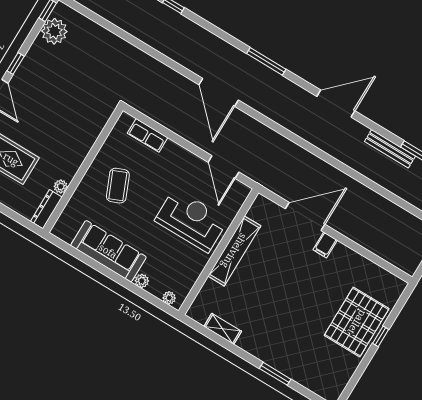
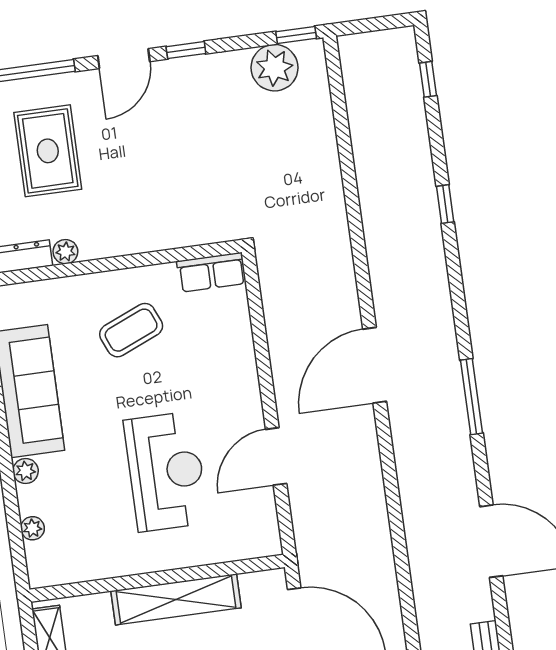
row of seats: (148, 135) -> (211, 272), moved, turned -90
shelving: (234, 251) -> (176, 599), moved
wall: (219, 252) -> (157, 578), moved

